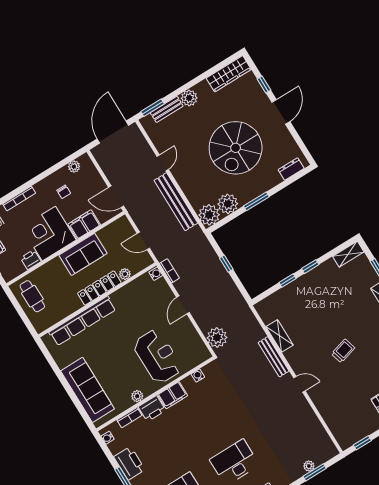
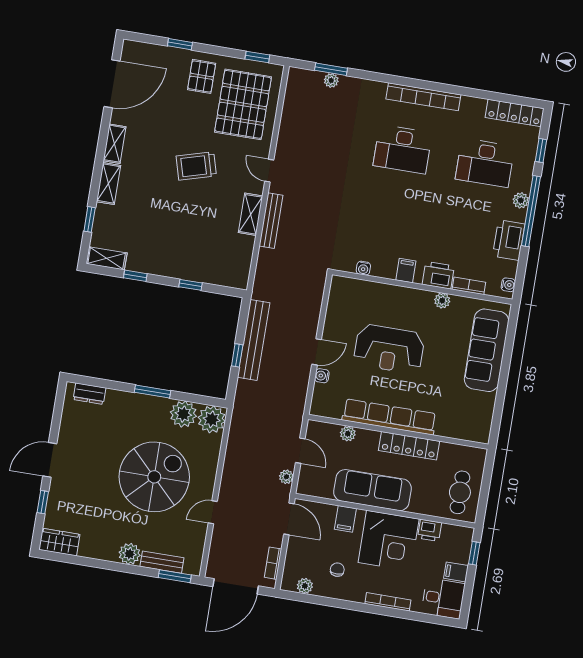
wardrobe: (229, 74) -> (59, 542), width x0.67
spiral stairs: (236, 148) -> (154, 477), moved
bench: (176, 202) -> (254, 340), moved
filing cabinet: (84, 224) -> (345, 519), width x0.50
sofa: (83, 254) -> (372, 490), width x1.36
window: (310, 267) -> (135, 276), moved
bookcase: (169, 271) -> (273, 563), moved
water cooler: (156, 274) -> (322, 376), moved
locker: (99, 288) -> (409, 446), moved
row of seats: (82, 321) -> (389, 417), moved
shelving: (280, 336) -> (251, 214), moved
plant: (217, 338) -> (286, 477), moved, width x0.53, depth x0.53
trolley: (343, 351) -> (196, 166), width x1.36, depth x1.39
reception desk: (158, 356) -> (389, 349), moved, turned -90
filing cabinet: (173, 395) -> (406, 271), width x0.50
pallet: (347, 409) -> (243, 104), added

